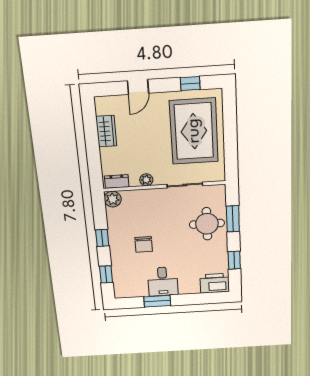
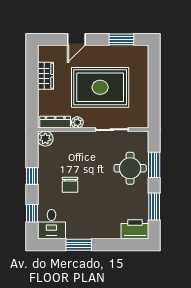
window: (190, 84) -> (121, 39), width x1.50
rug: (194, 131) -> (100, 87), moved, turned 90
dresser: (117, 181) -> (55, 122), width x1.44
window: (234, 260) -> (154, 207), width x1.50
desk: (163, 282) -> (51, 224), moved

